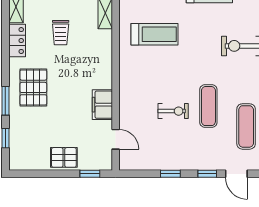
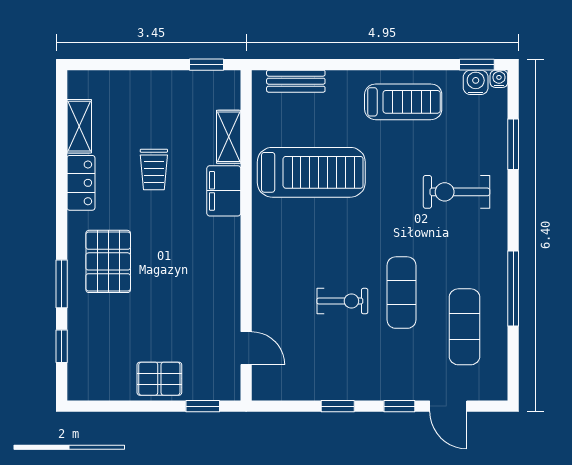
treadmill: (155, 34) -> (311, 172), width x1.37, depth x1.38
filing cabinet: (102, 105) -> (224, 191), moved

